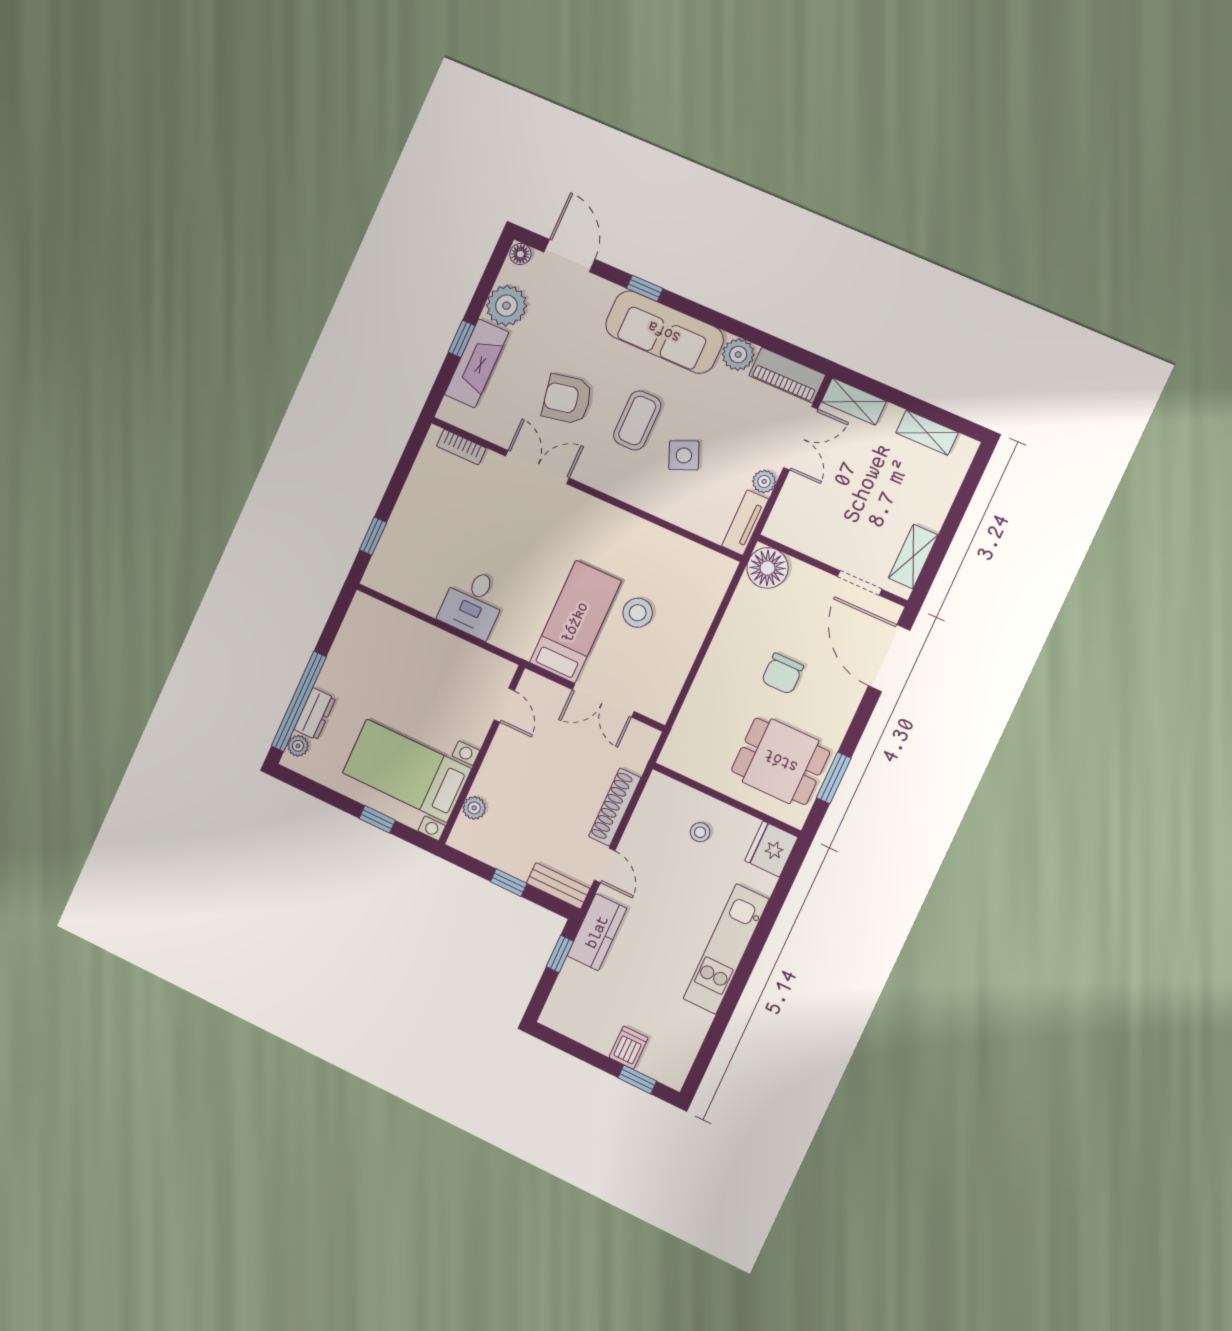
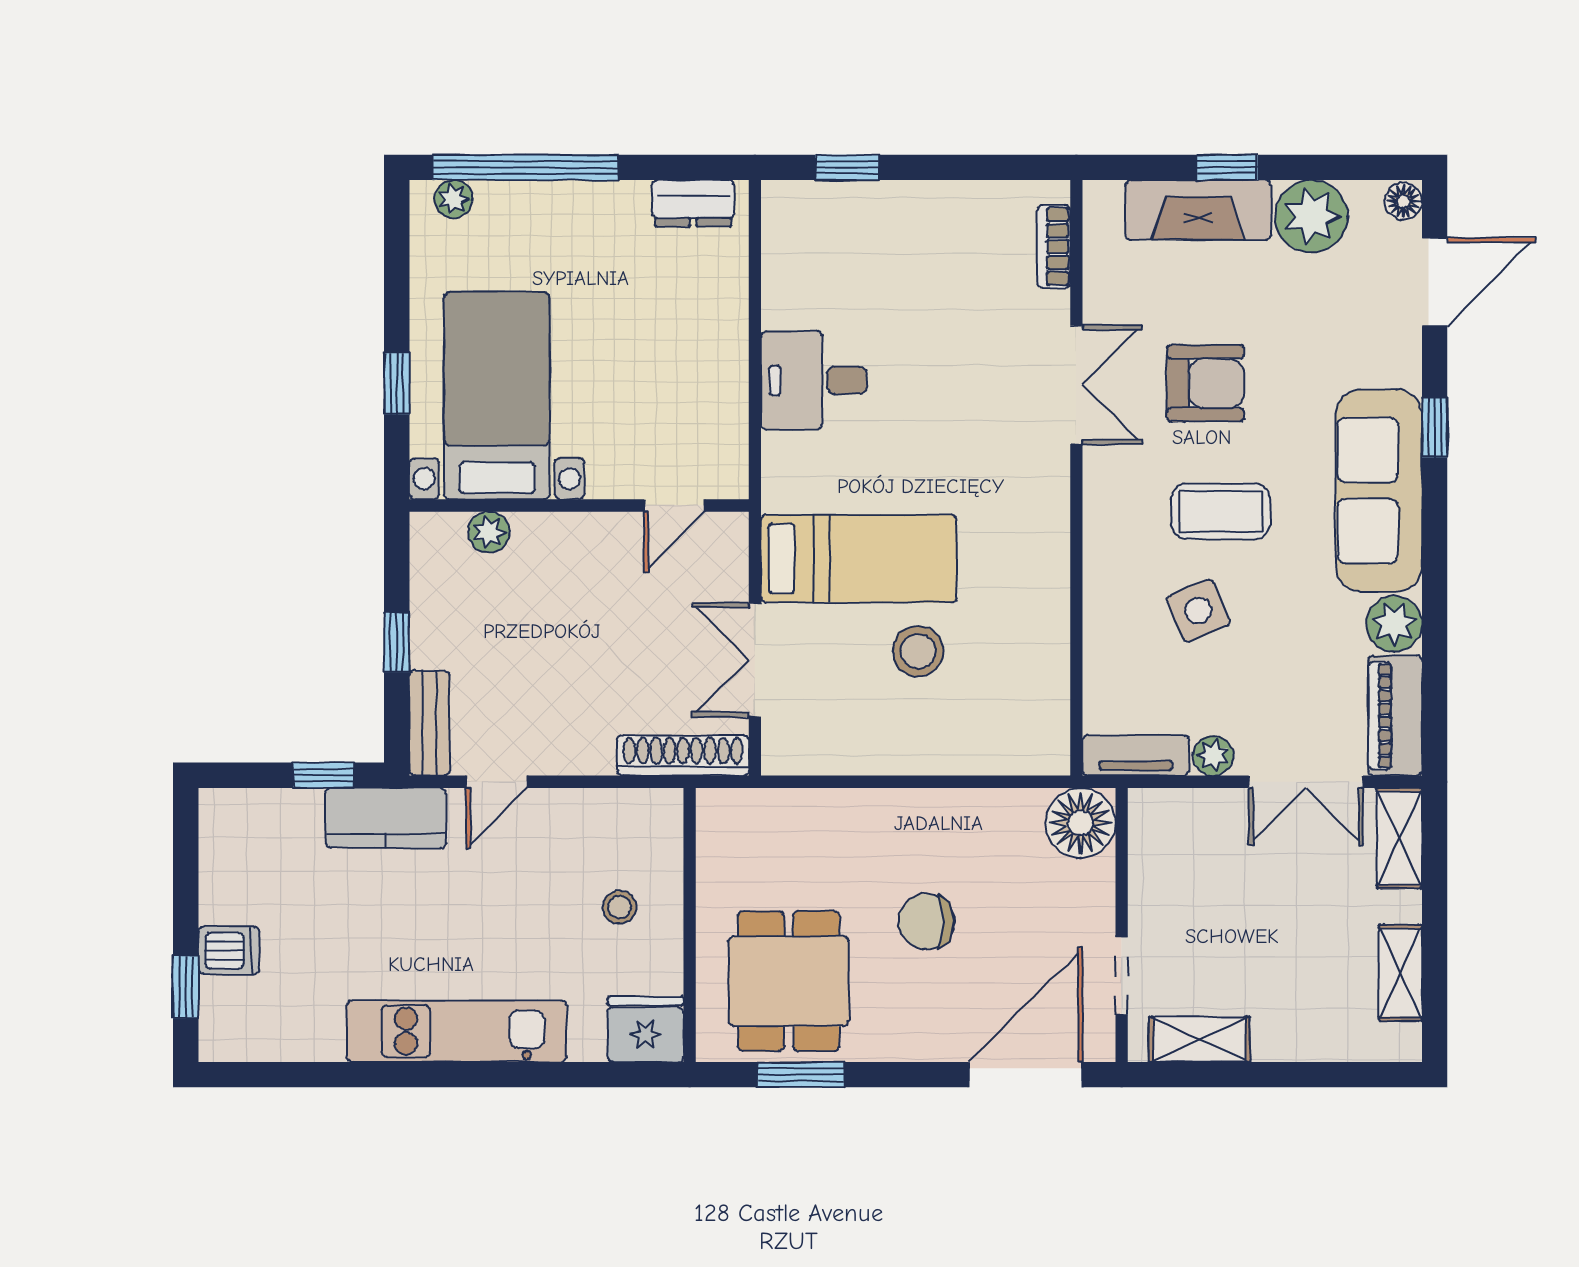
armchair: (567, 399) -> (1205, 383), turned 101
dresser: (315, 714) -> (693, 203), moved
shoe rack: (615, 807) -> (683, 755), moved

